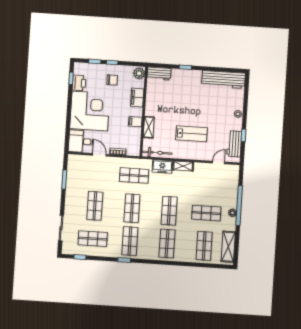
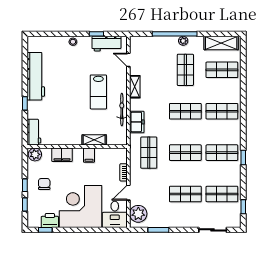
workbench: (223, 80) -> (36, 76), moved
lab bench: (191, 134) -> (98, 92), turned 180
bicycle: (157, 153) -> (122, 110), moved
plant: (80, 162) -> (138, 214), added
shelving: (183, 166) -> (135, 87), moved
shop shelf: (93, 239) -> (222, 194), turned 90

